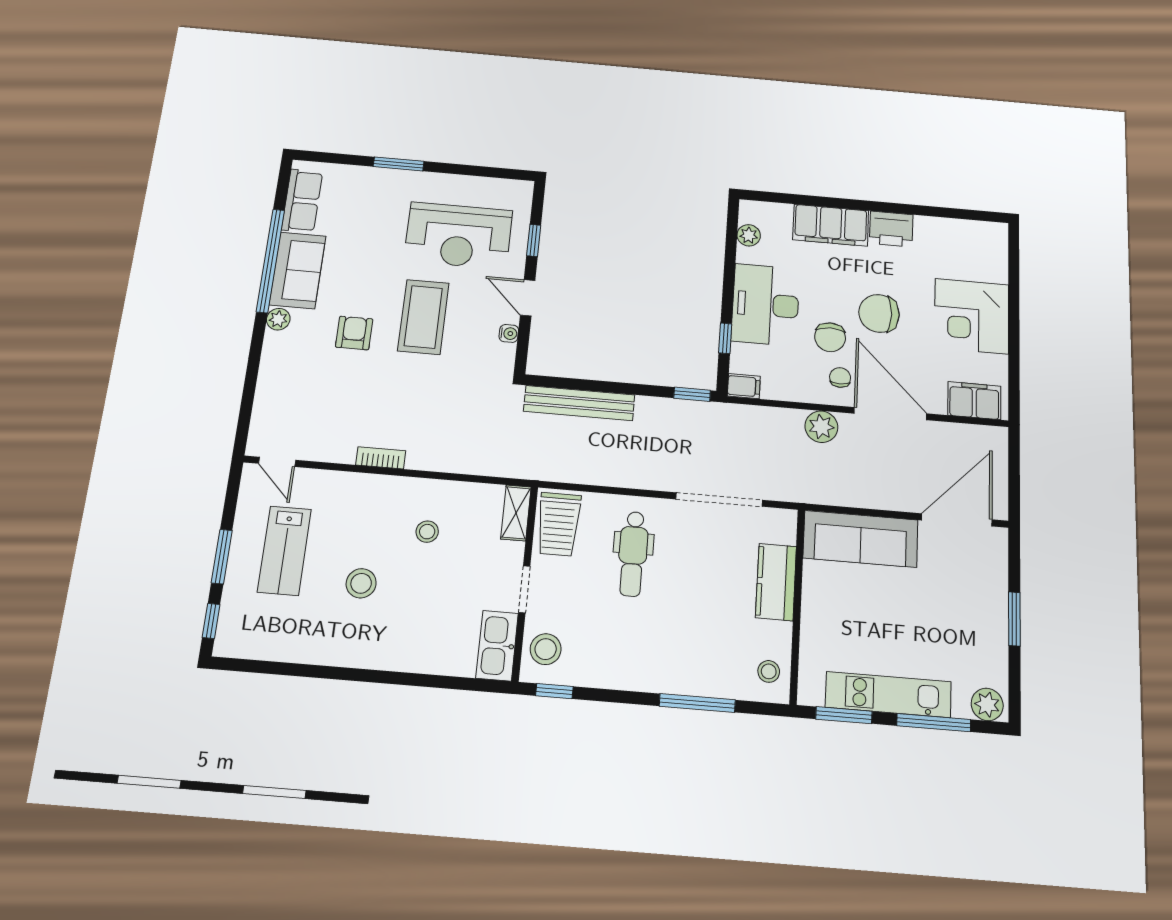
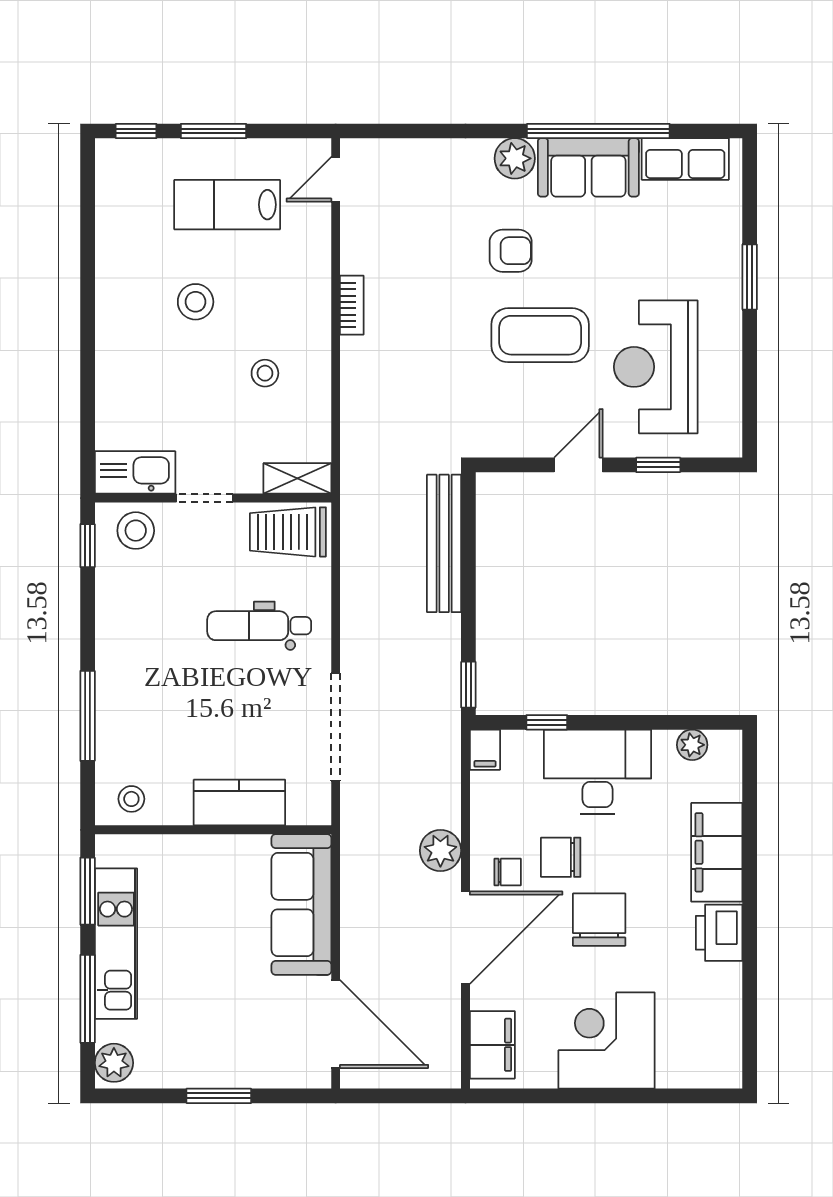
plant: (278, 319) -> (515, 158), width x1.38, depth x1.38
water cooler: (509, 333) -> (528, 446), removed

